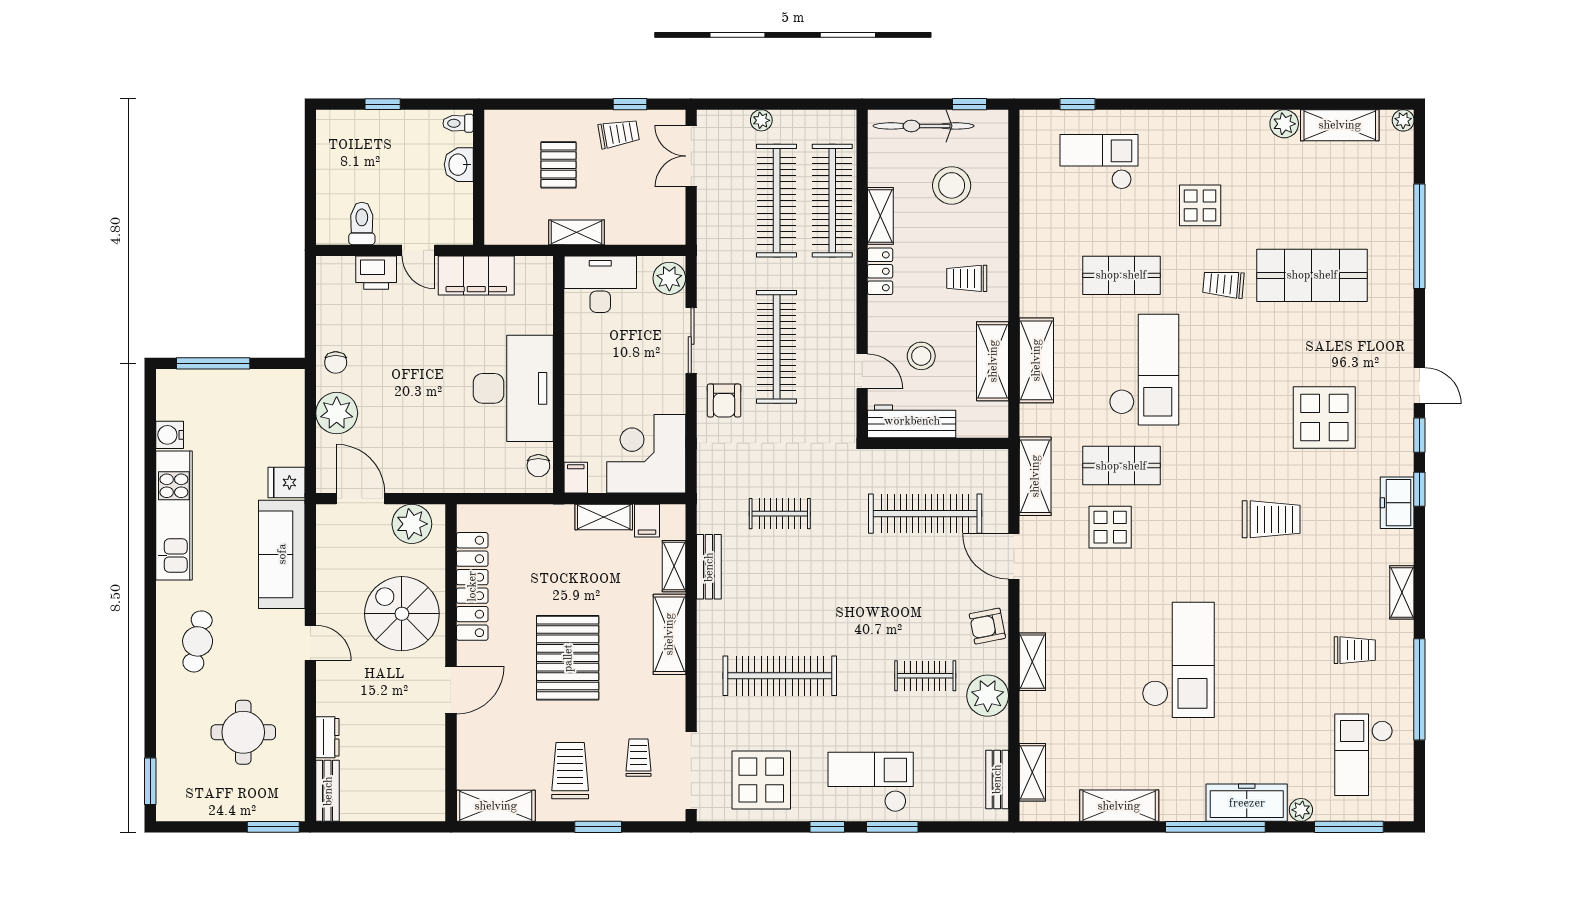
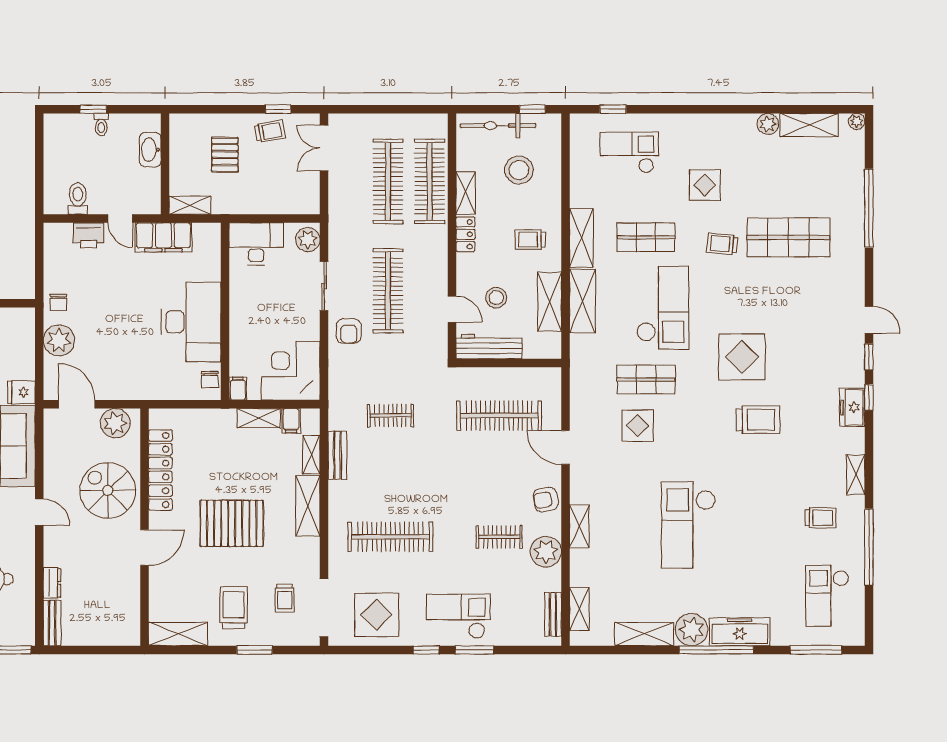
plant: (761, 120) -> (377, 121), removed
toilet: (458, 123) -> (101, 125), moved, turned -90
washbasin: (459, 165) -> (150, 150), width x1.38
shelving: (577, 232) -> (190, 205), moved
display table: (1324, 418) -> (742, 357), moved
shelving: (1035, 476) -> (581, 238), moved
pallet: (568, 658) -> (232, 523), turned 90
checkout: (1178, 660) -> (688, 525), turned 180
trolley: (639, 758) -> (285, 598), turned 180
plant: (1301, 810) -> (692, 630), moved, width x1.88, depth x1.88

